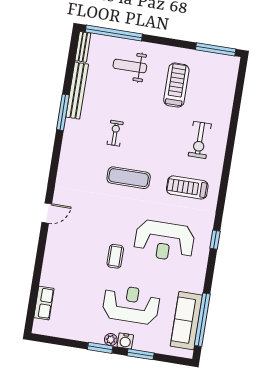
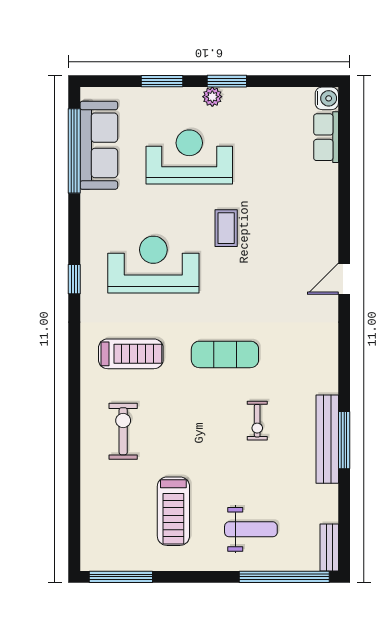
bench: (77, 91) -> (327, 439), moved
reception desk: (131, 304) -> (189, 157), turned 180
water cooler: (125, 341) -> (327, 98), moved, turned 90

